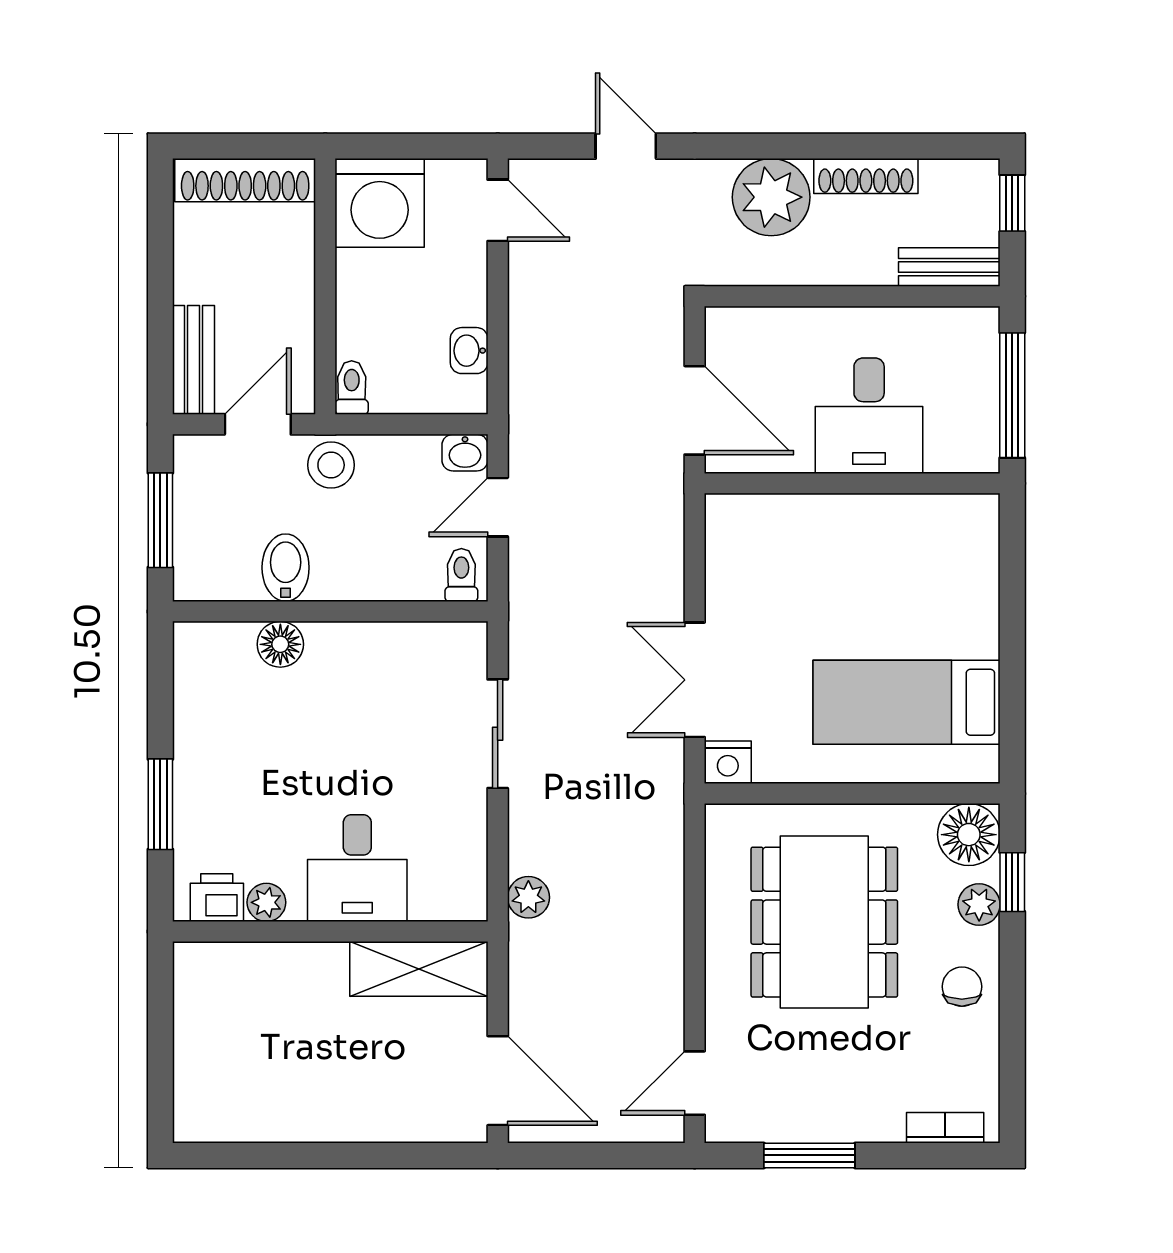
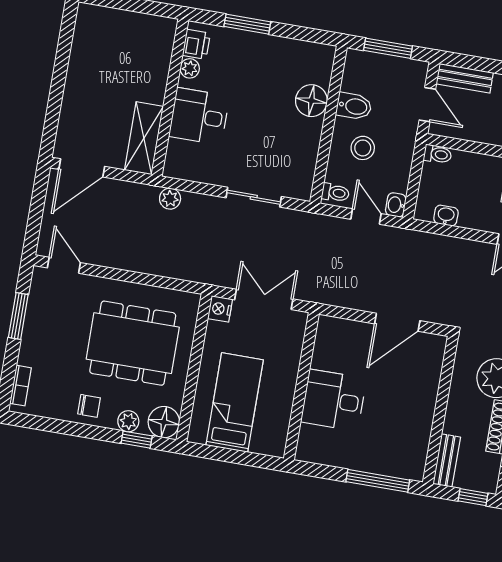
desk: (869, 416) -> (333, 400), moved
stool: (331, 465) -> (363, 148), moved
wall: (852, 483) -> (301, 386), moved
floor lamp: (280, 644) -> (311, 101), width x1.38, depth x1.38

